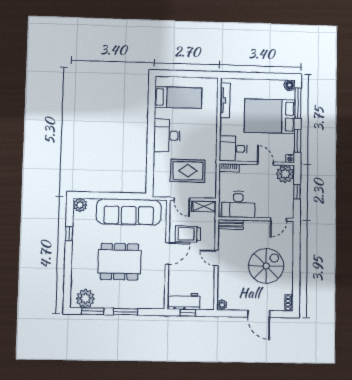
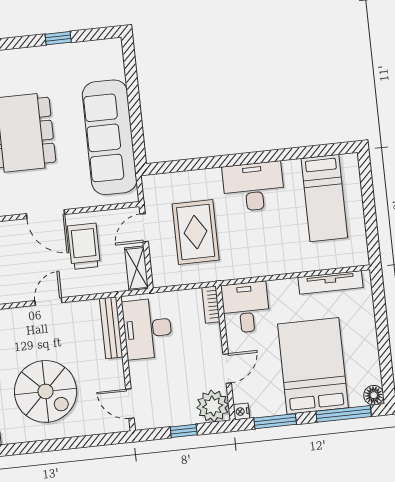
plant: (80, 205) -> (111, 50), removed
bench: (231, 225) -> (111, 328), width x1.36

